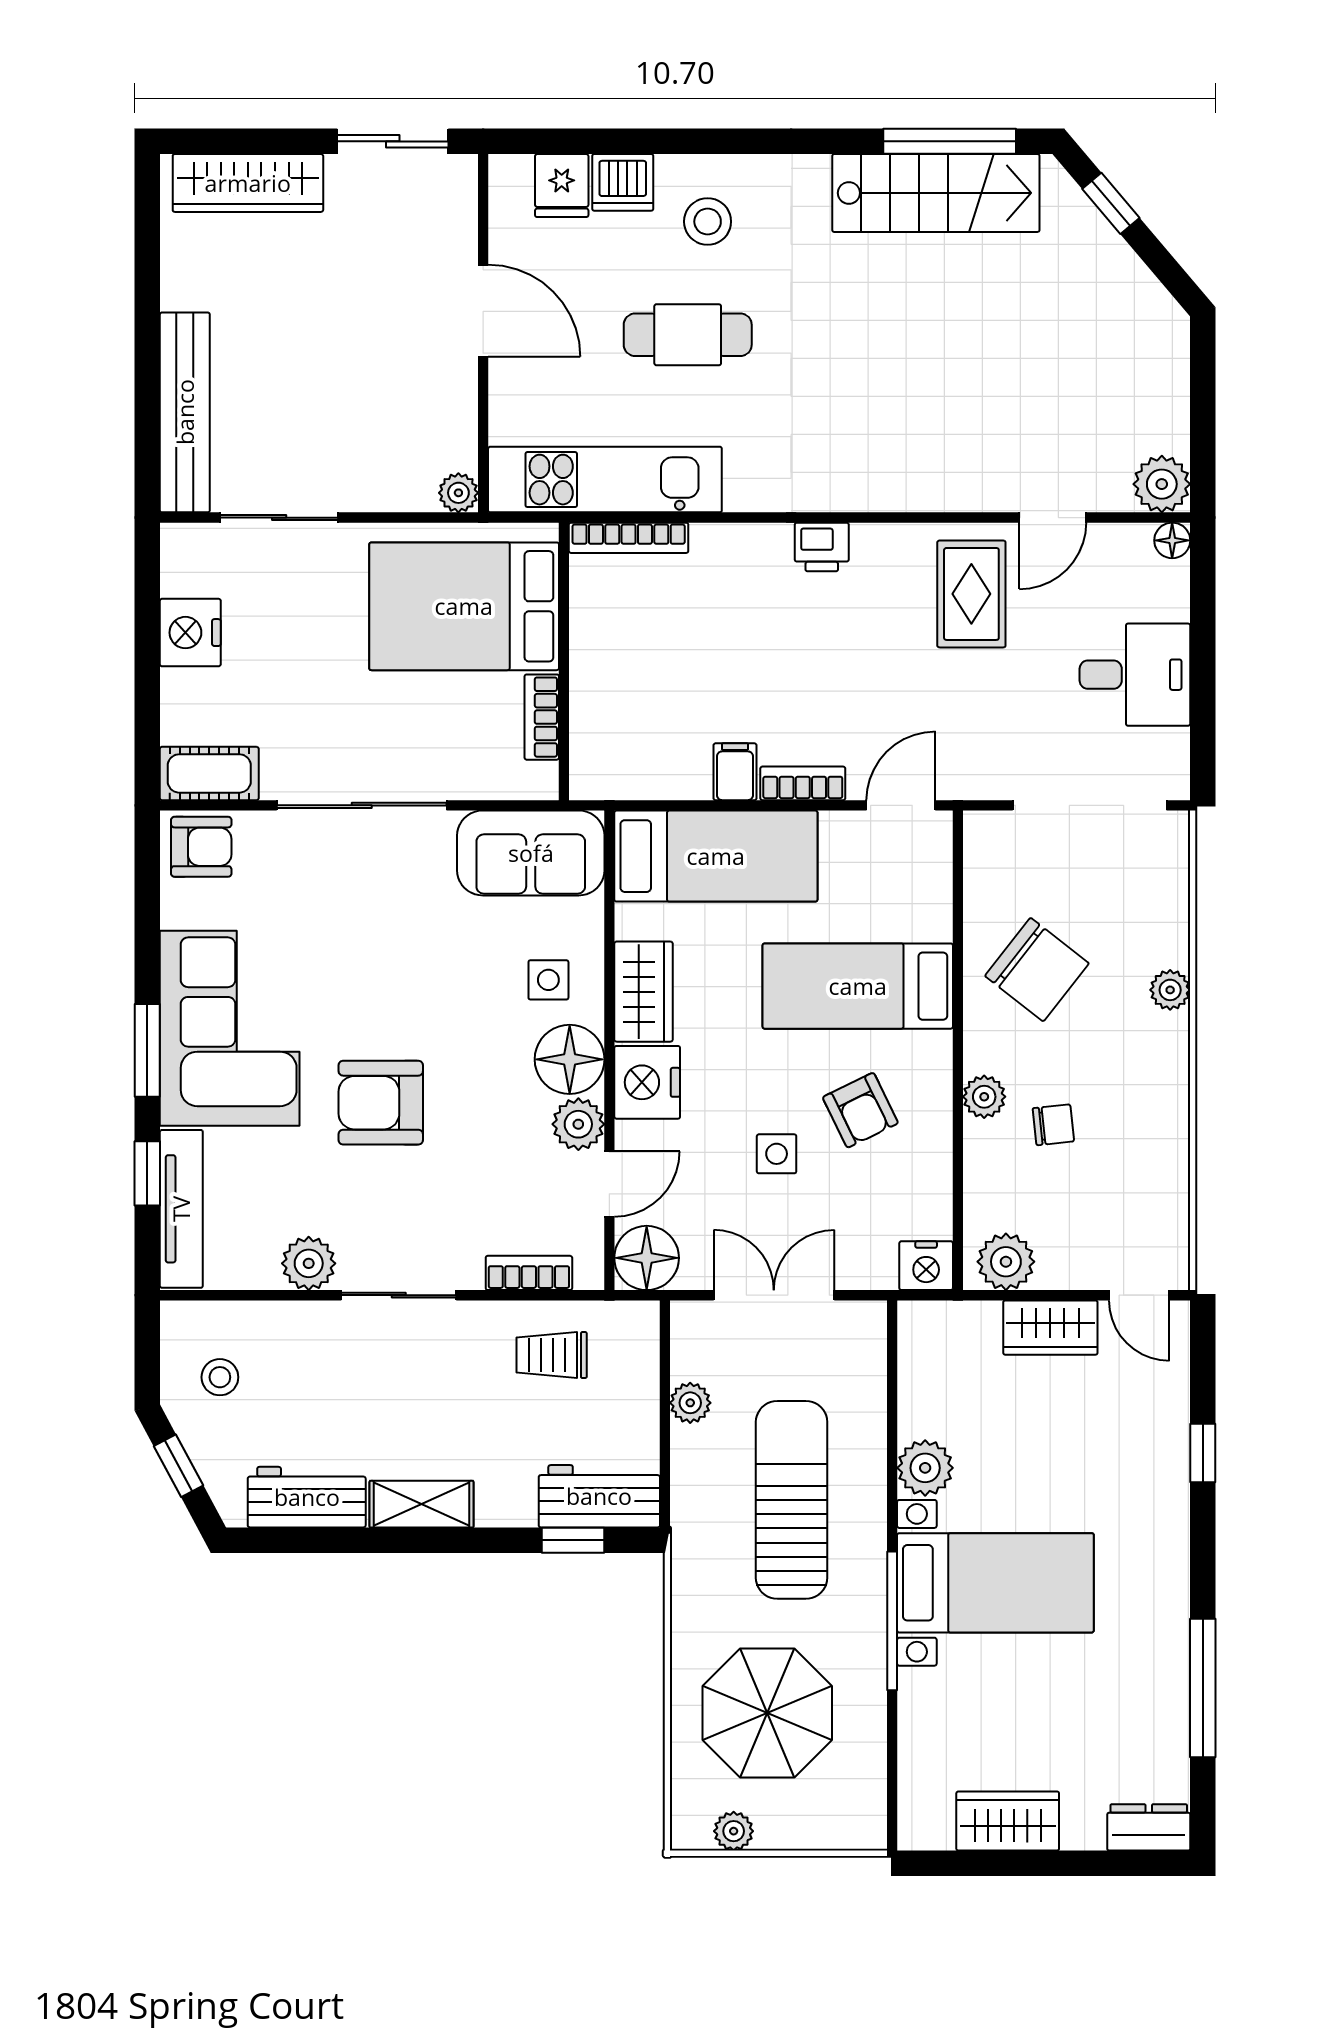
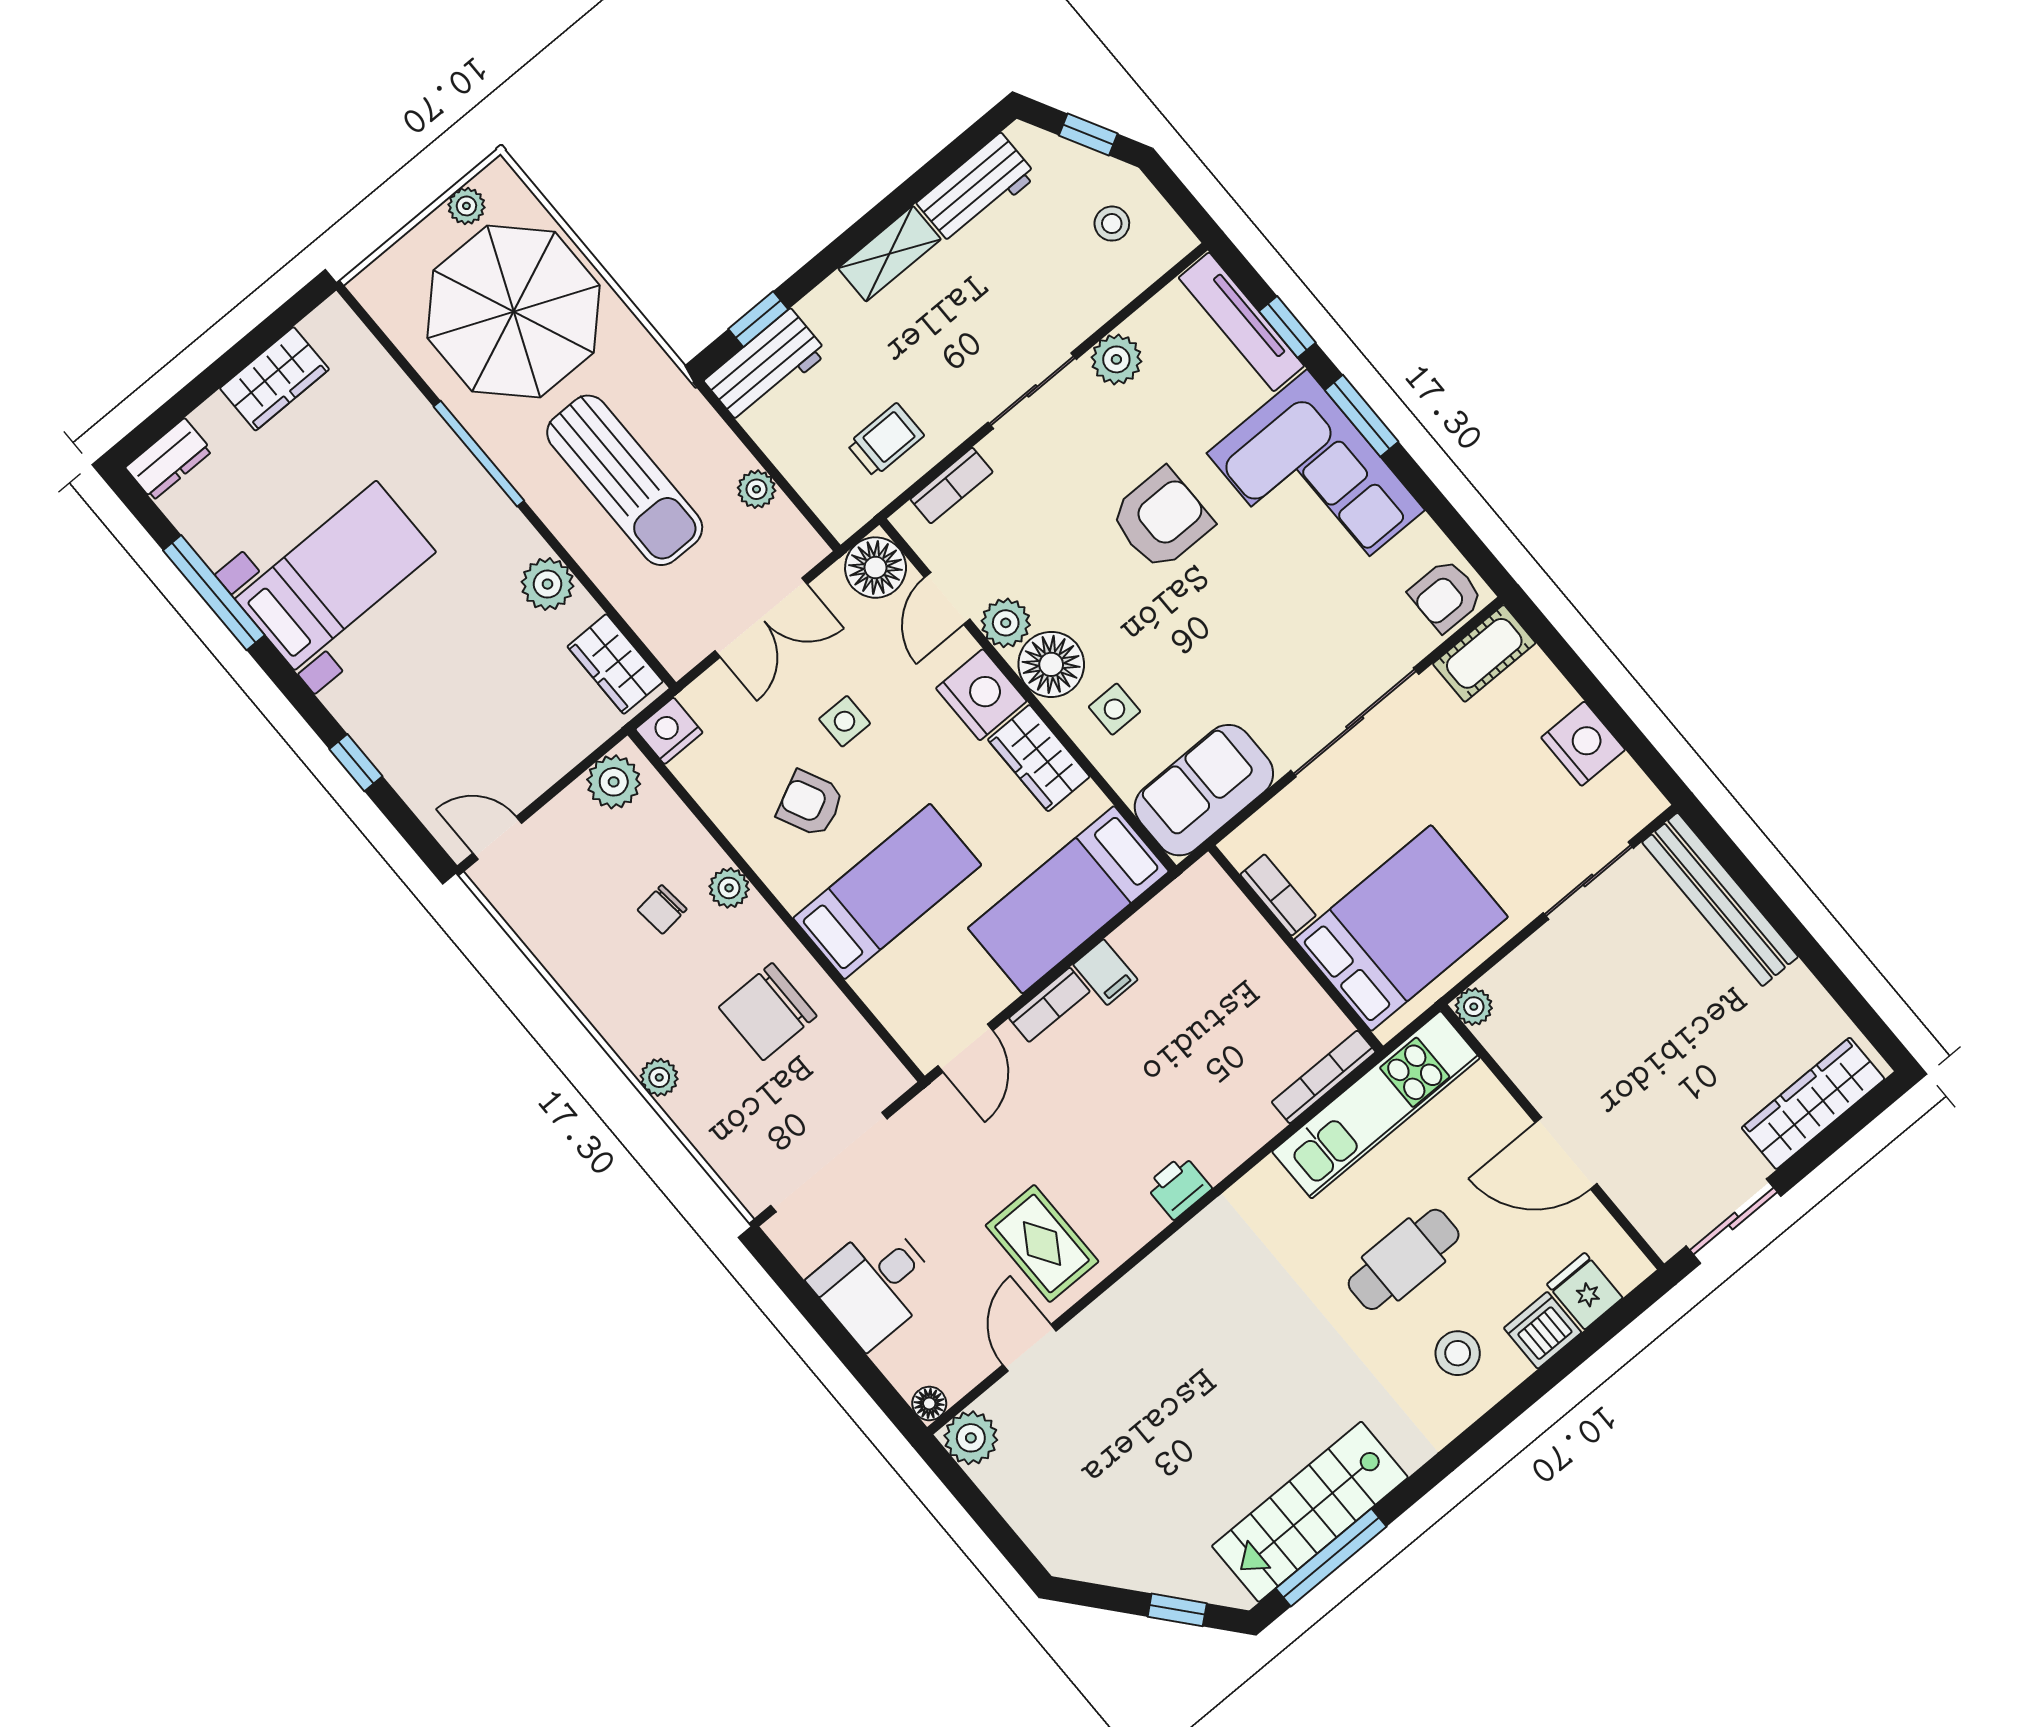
chair: (1037, 970) -> (768, 1012), turned -38
wardrobe: (1050, 1328) -> (615, 664), moved, turned -90
bed with nightstands: (995, 1583) -> (335, 575), moved, turned 180
parasol: (767, 1713) -> (514, 312), width x1.36, depth x1.36

